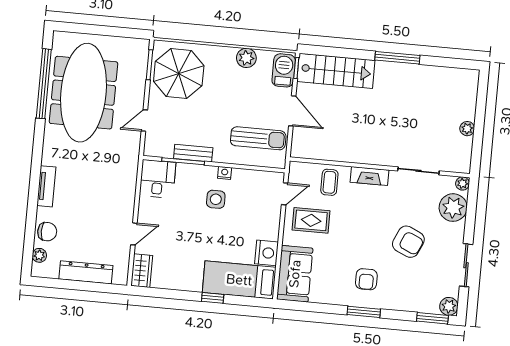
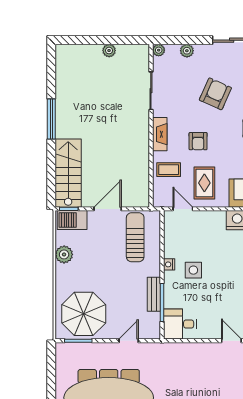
door: (144, 120) -> (129, 341), swing flipped
plant: (453, 208) -> (187, 51), width x0.53, depth x0.53
armchair: (358, 218) -> (198, 141), added

